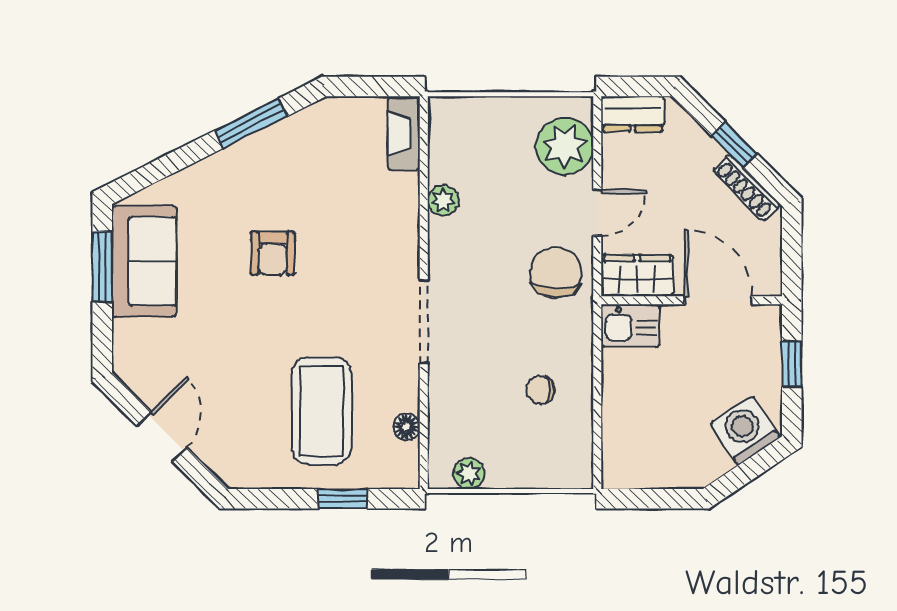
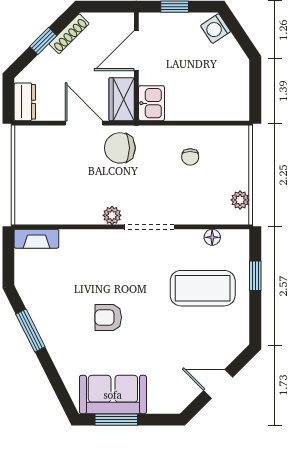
plant: (565, 146) -> (44, 143), removed
plant: (443, 200) -> (112, 215), moved
door: (597, 213) -> (84, 123), width x1.38
armchair: (273, 253) -> (108, 317), turned 180
washing machine: (745, 430) -> (216, 29), width x0.73, depth x0.73

